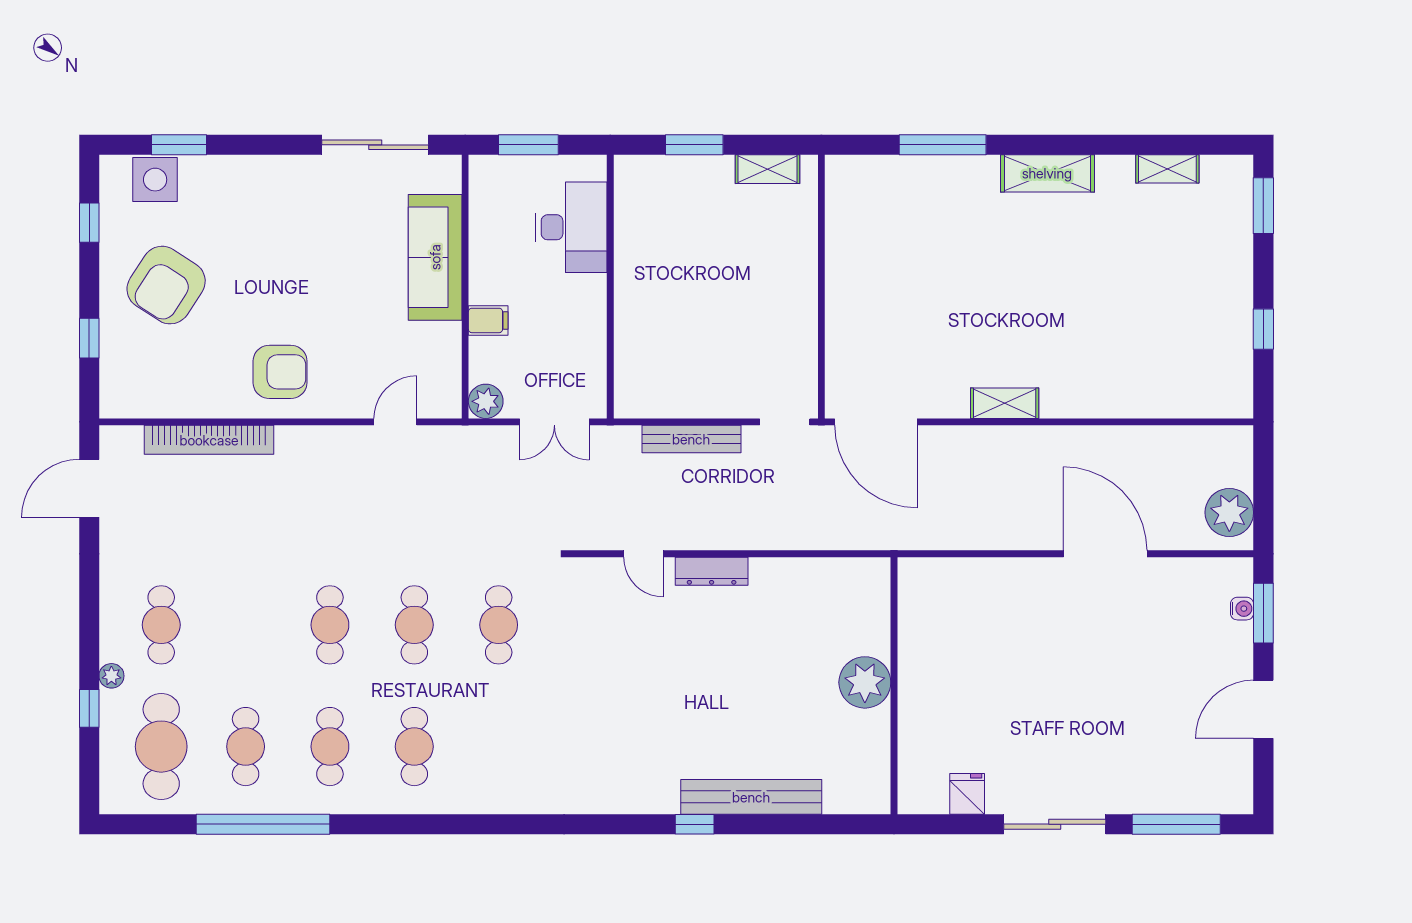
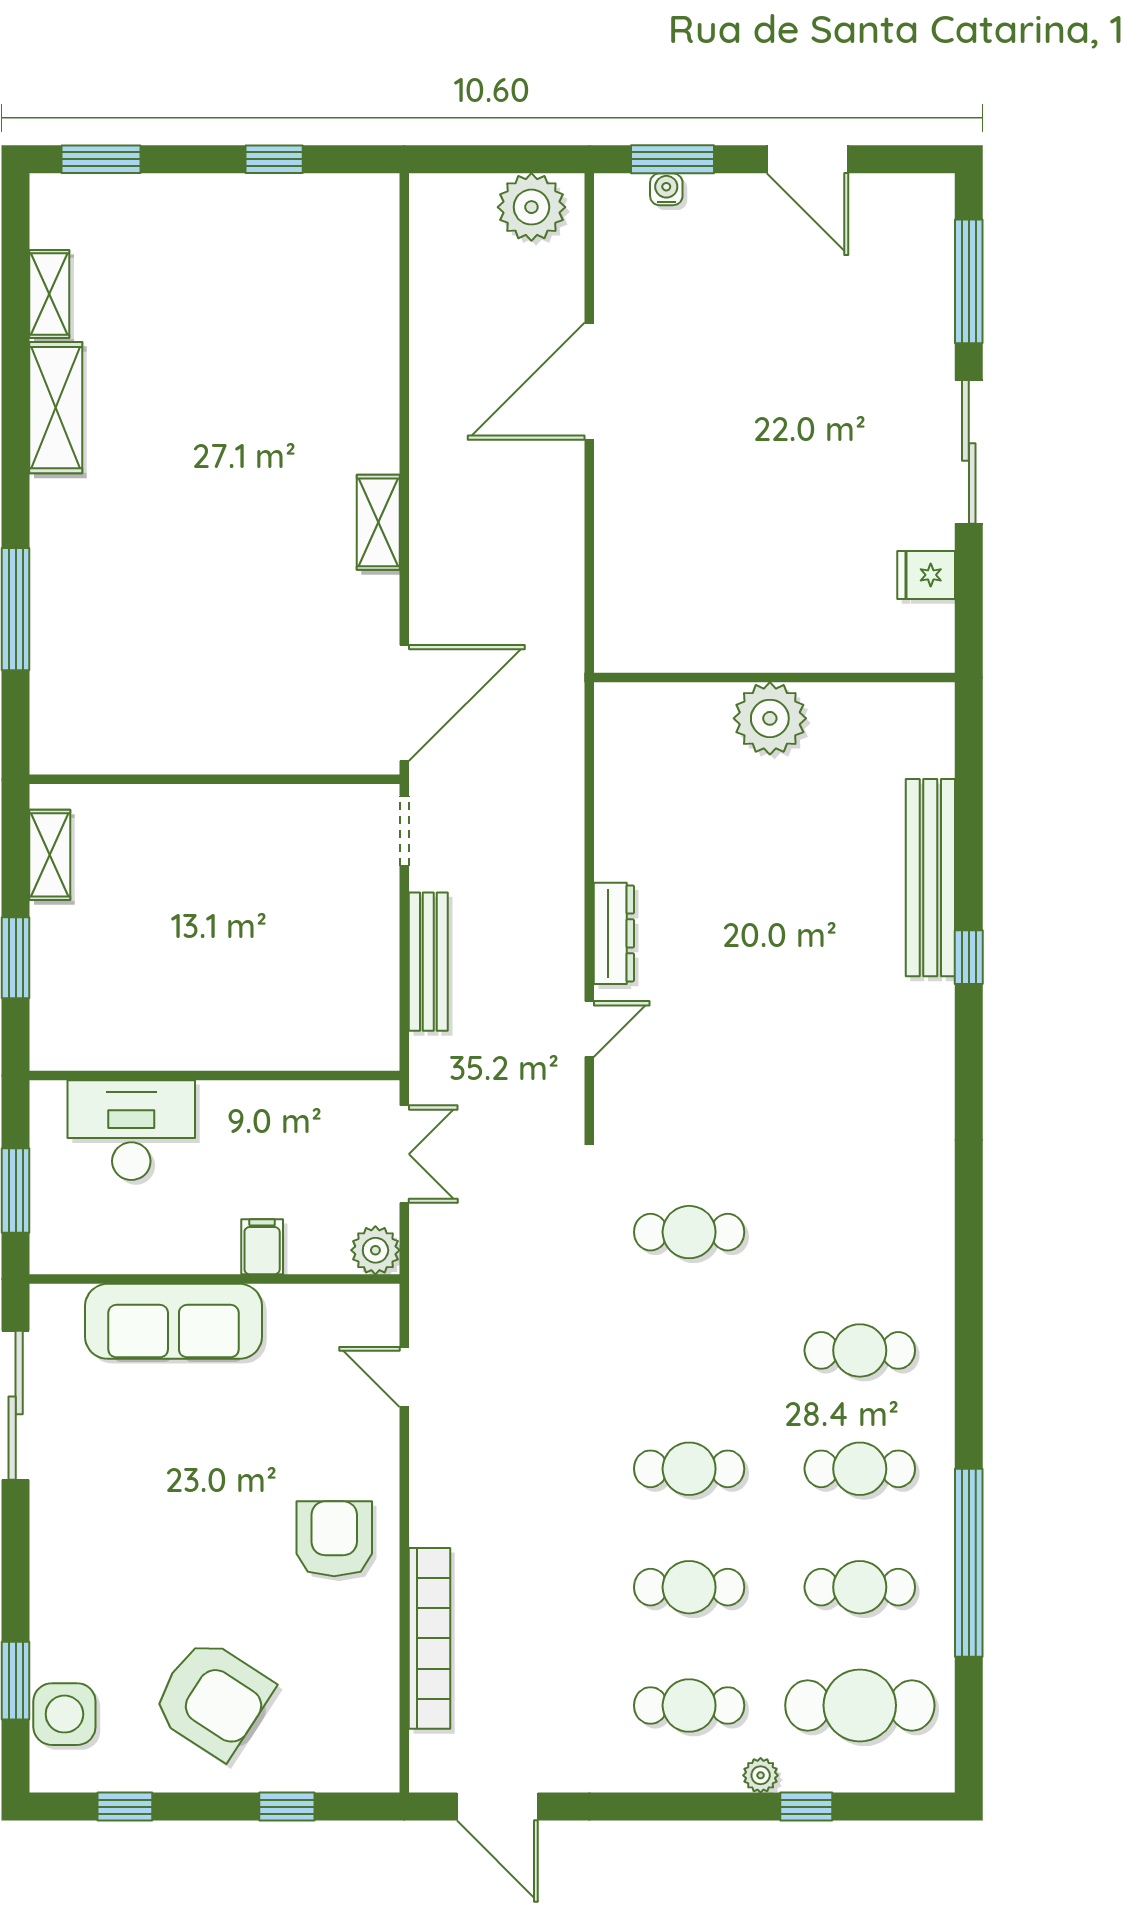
shelving: (1047, 173) -> (56, 408), moved
cafe table: (414, 625) -> (689, 1587), moved

